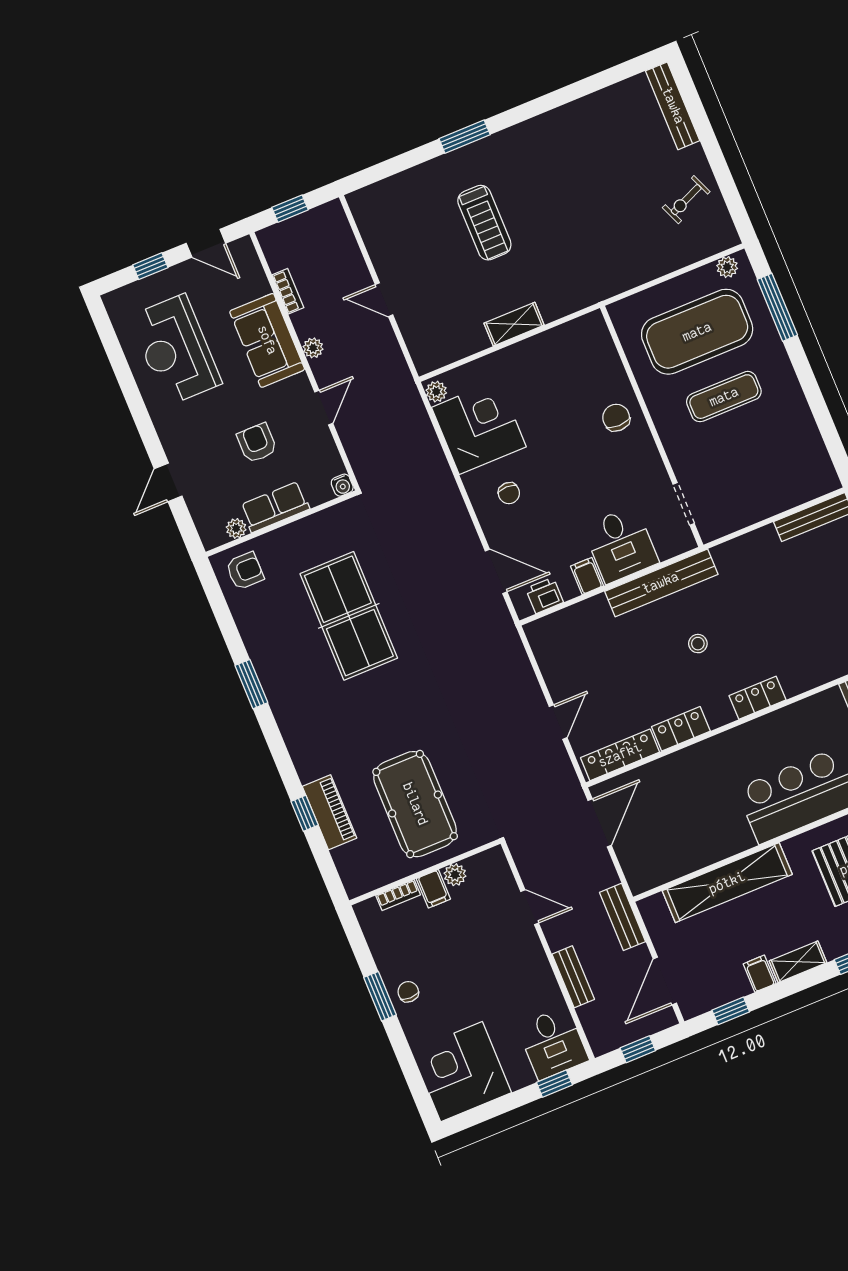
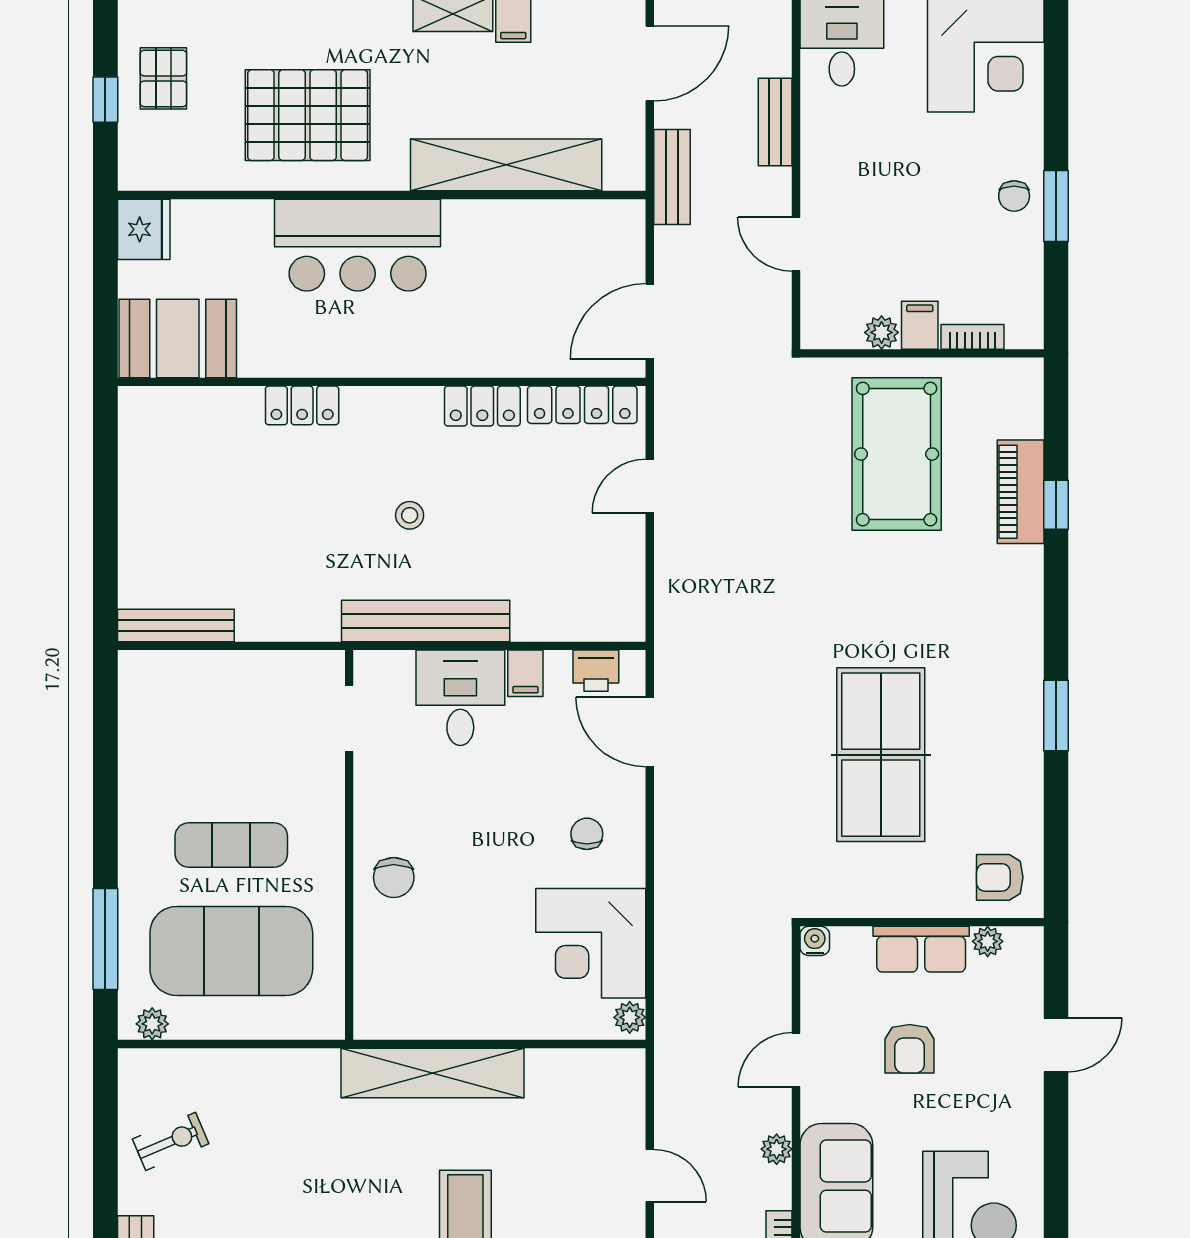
shelving: (514, 324) -> (433, 1073), width x2.20, depth x1.33
locker: (757, 698) -> (302, 405), moved

